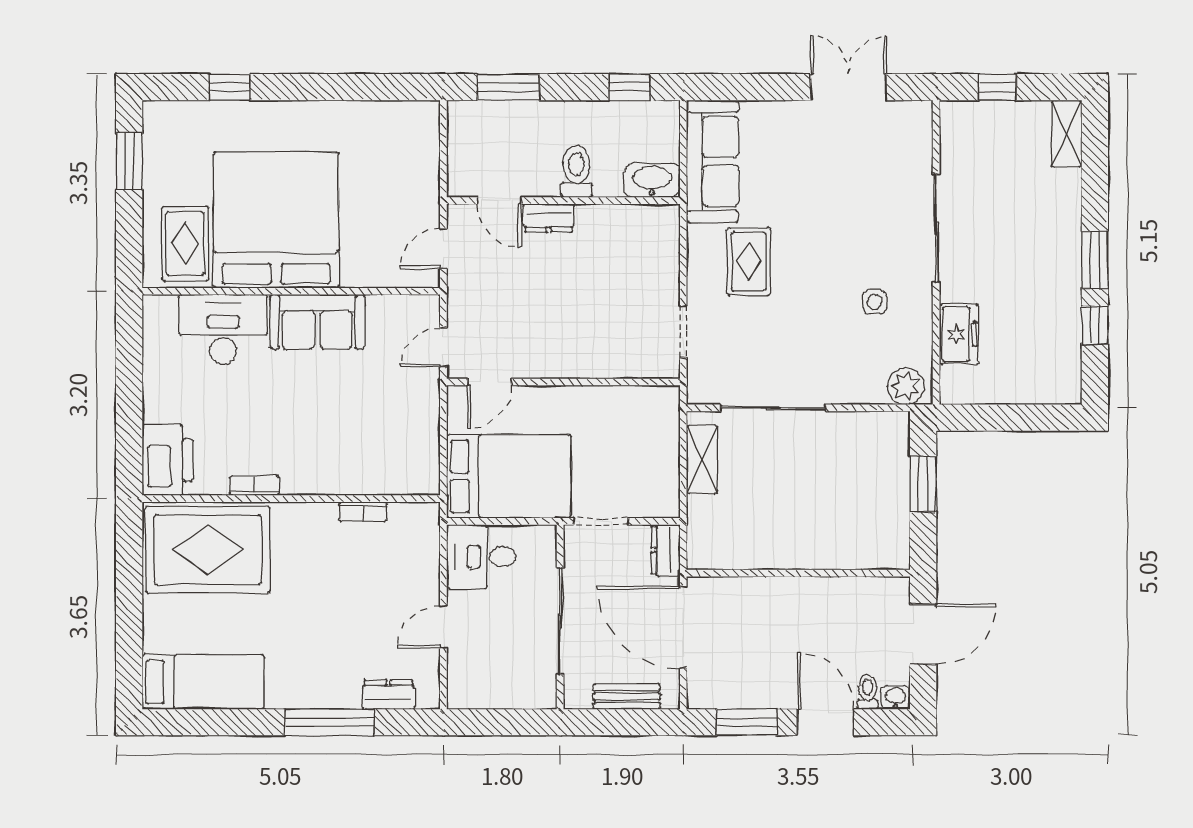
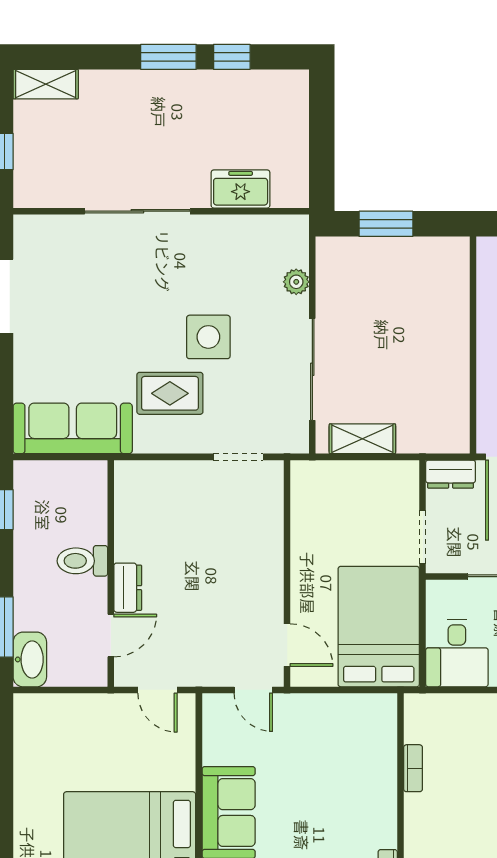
washbasin: (652, 180) -> (30, 659), moved, turned 180
side table: (875, 302) -> (208, 337), moved, width x1.87, depth x1.87
plant: (906, 386) -> (296, 282), moved, width x0.73, depth x0.73

